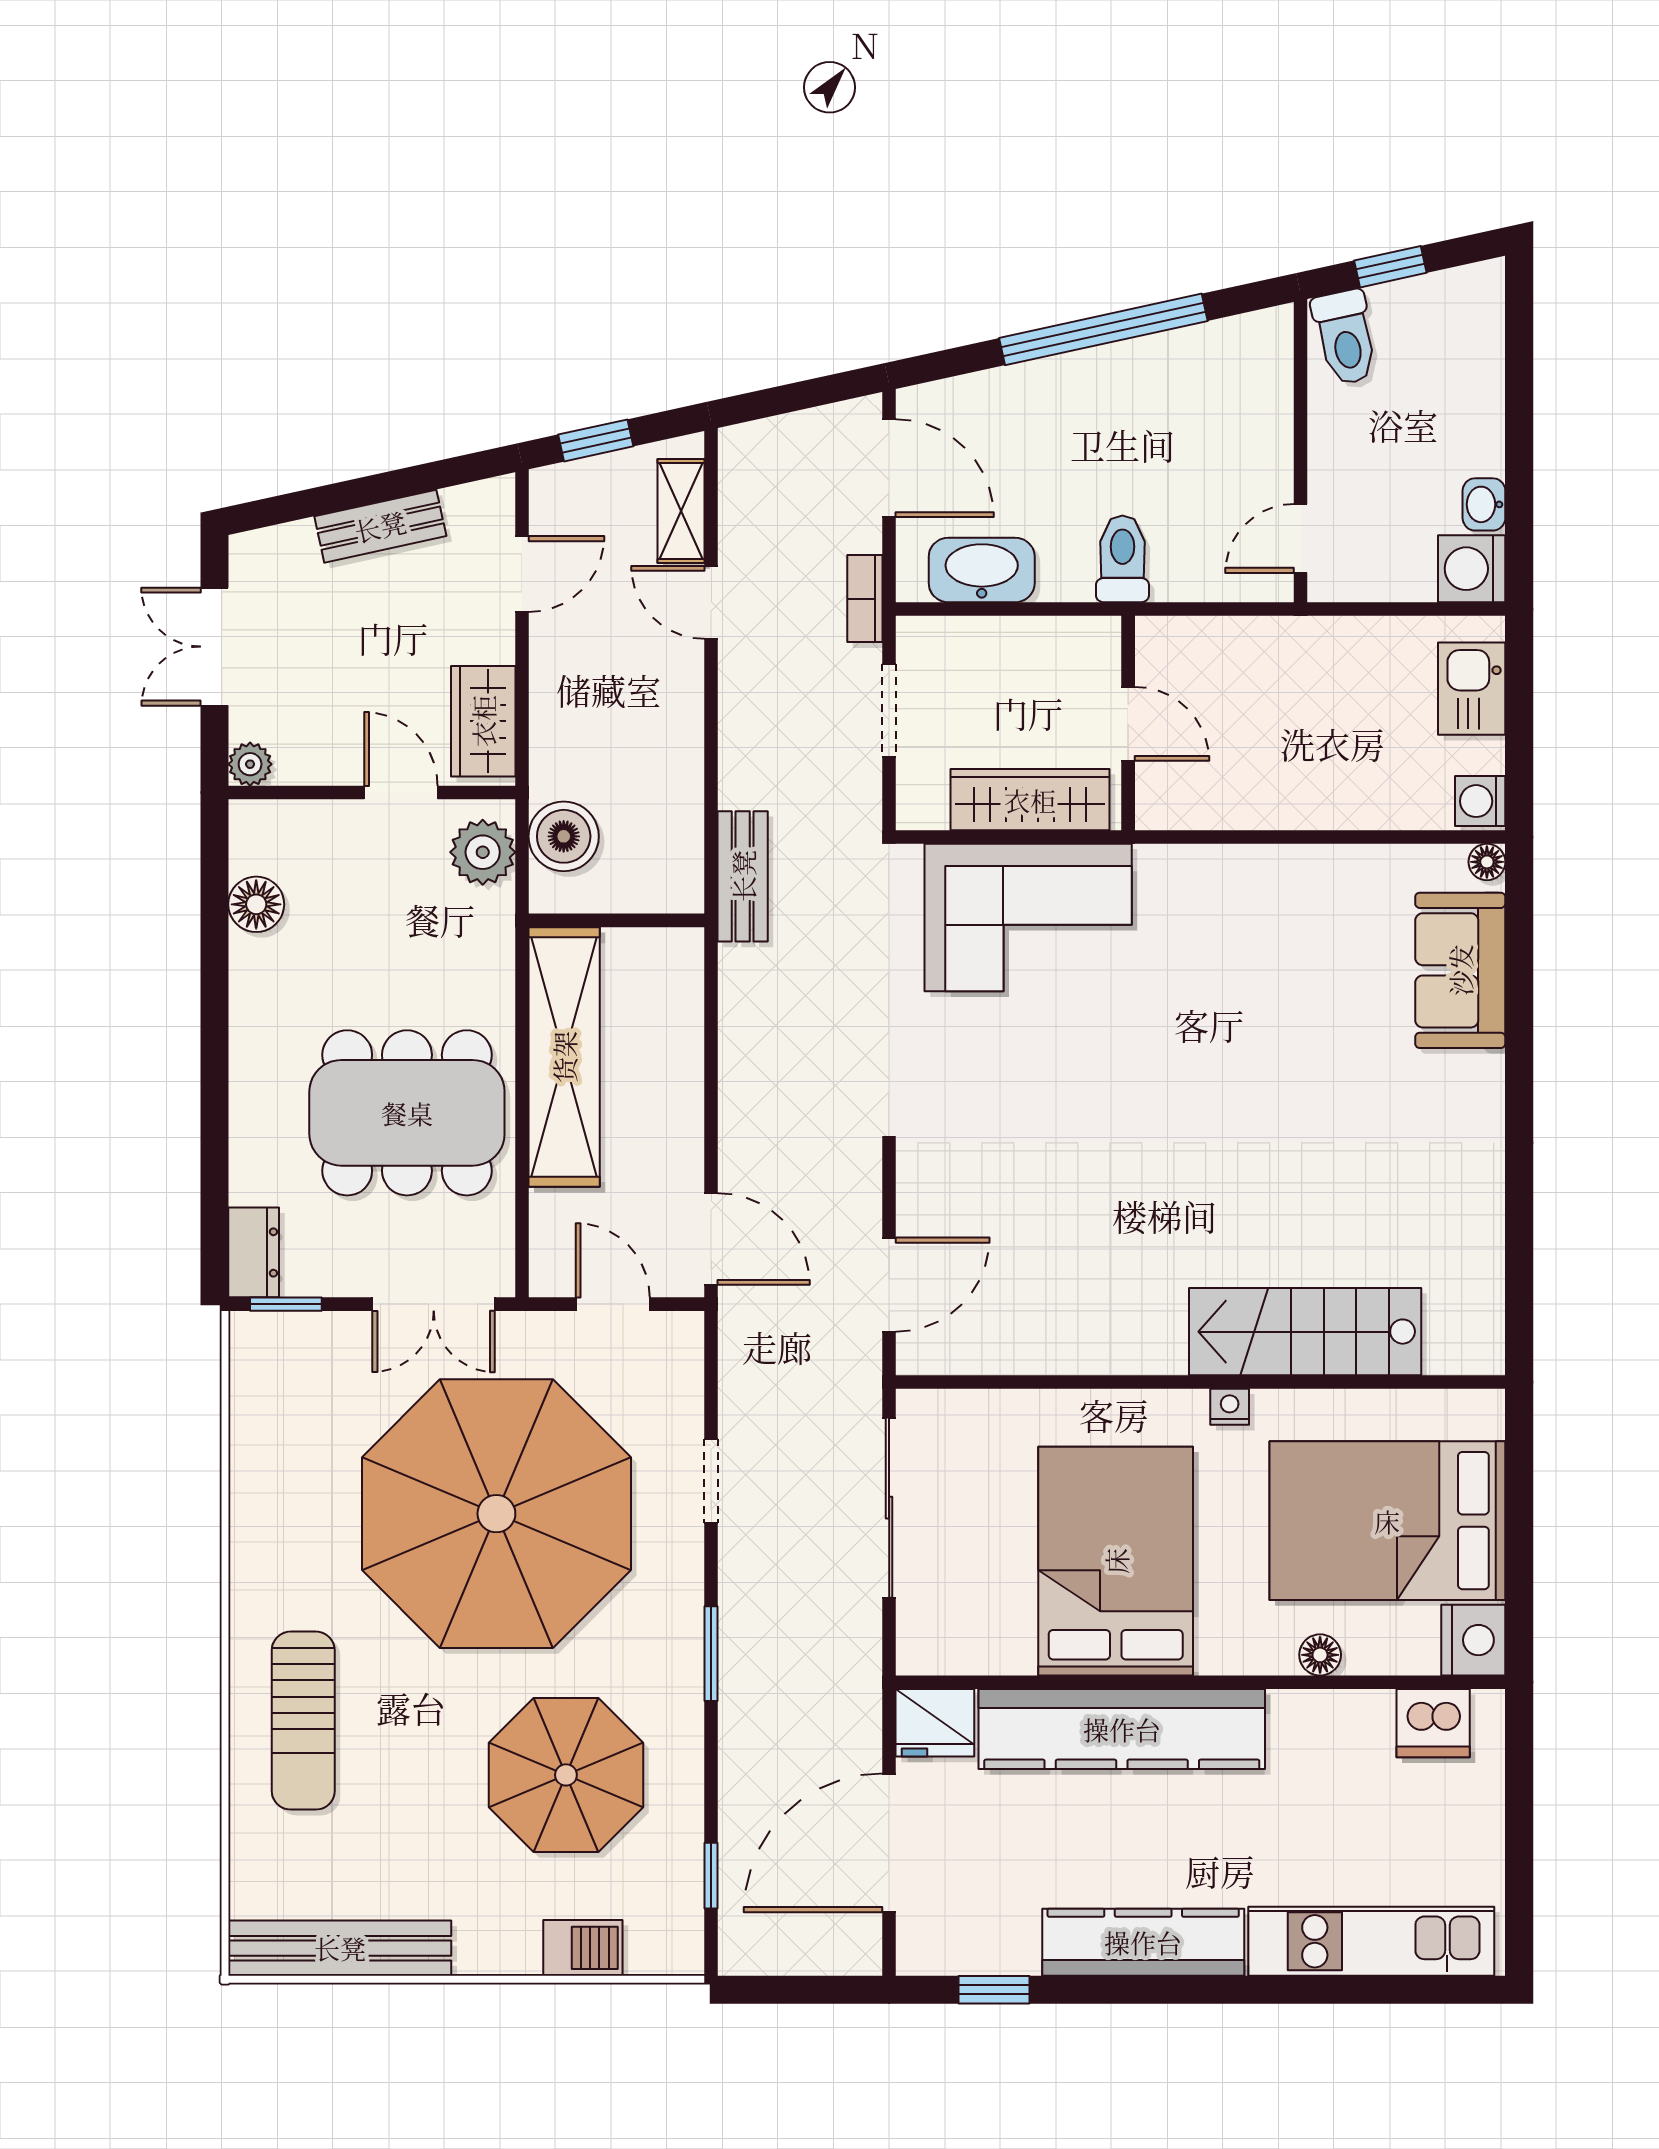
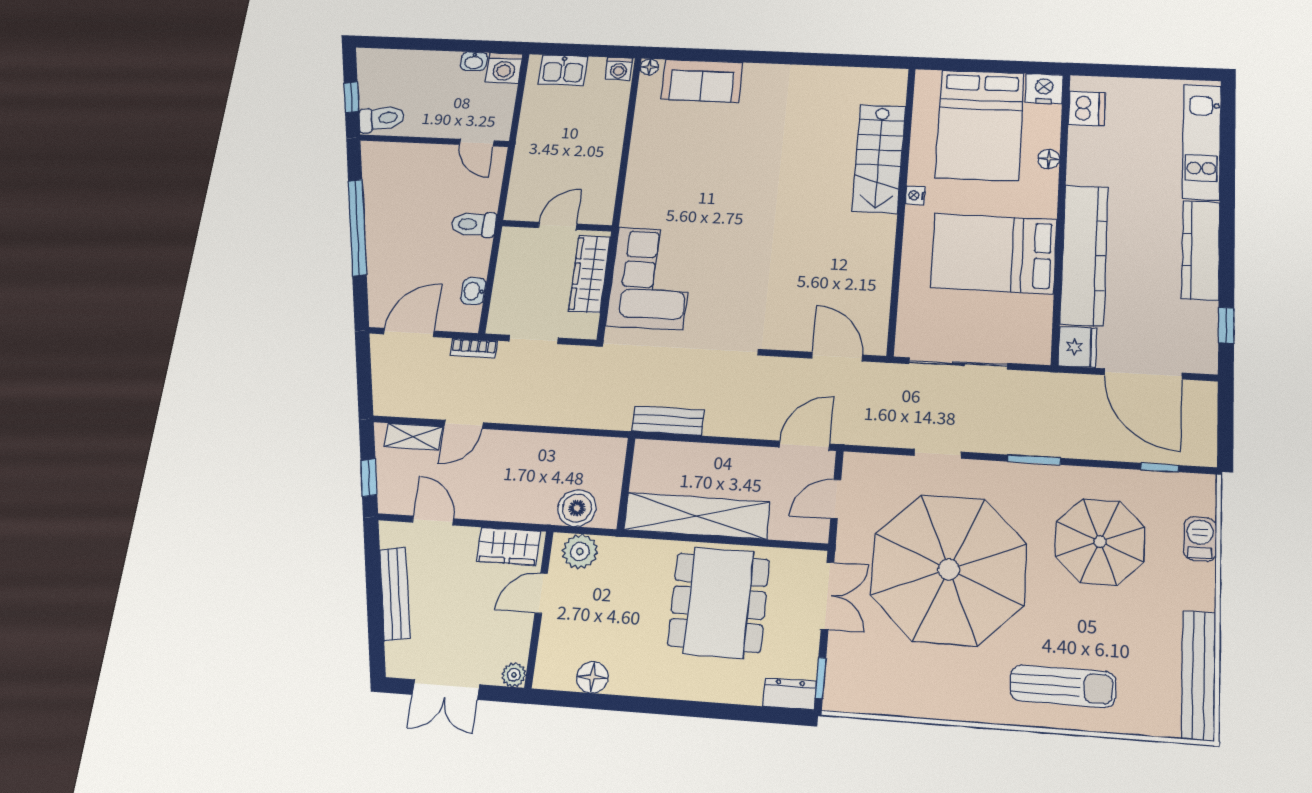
bench: (380, 526) -> (395, 594), width x1.36
washbasin: (982, 570) -> (473, 291), width x0.52, depth x0.69
bench: (743, 876) -> (668, 421), moved

